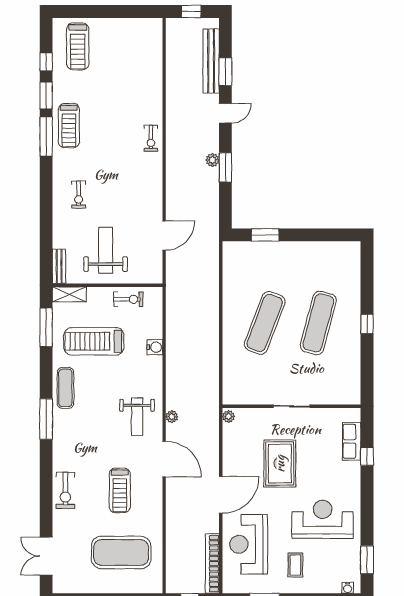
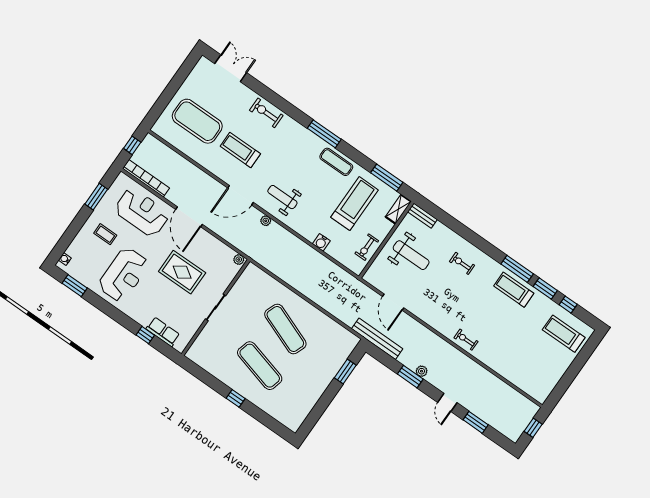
bench: (211, 61) -> (377, 339), moved
exercise mat: (121, 552) -> (197, 121), turned 90

